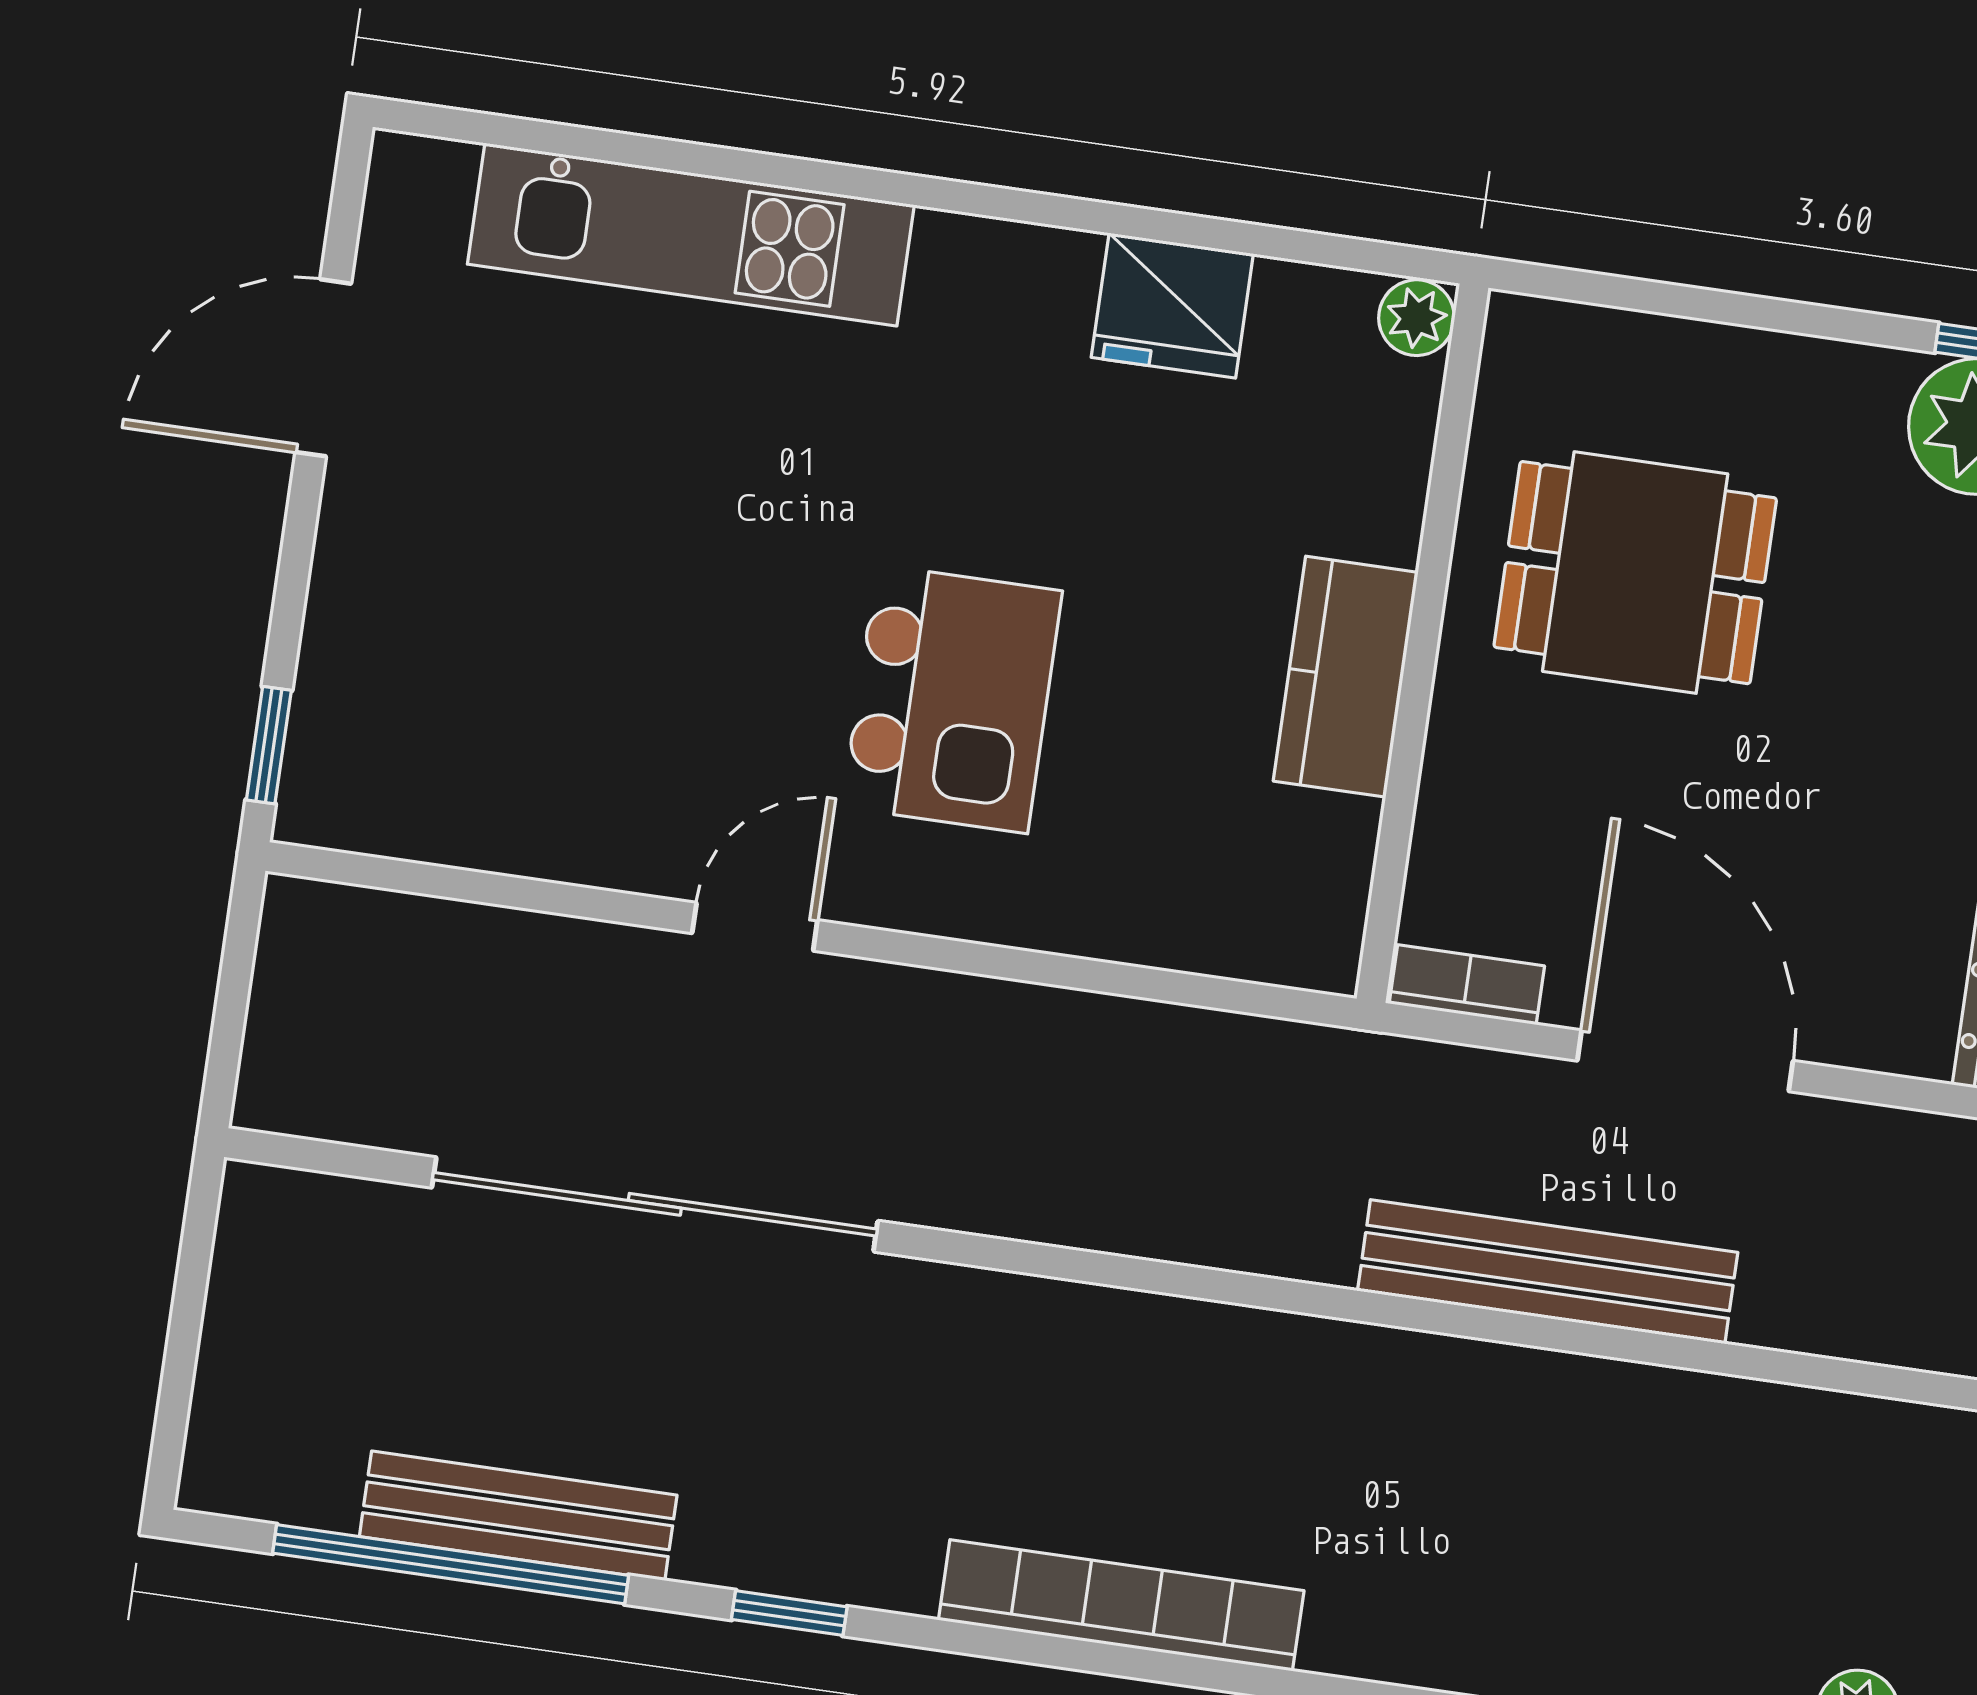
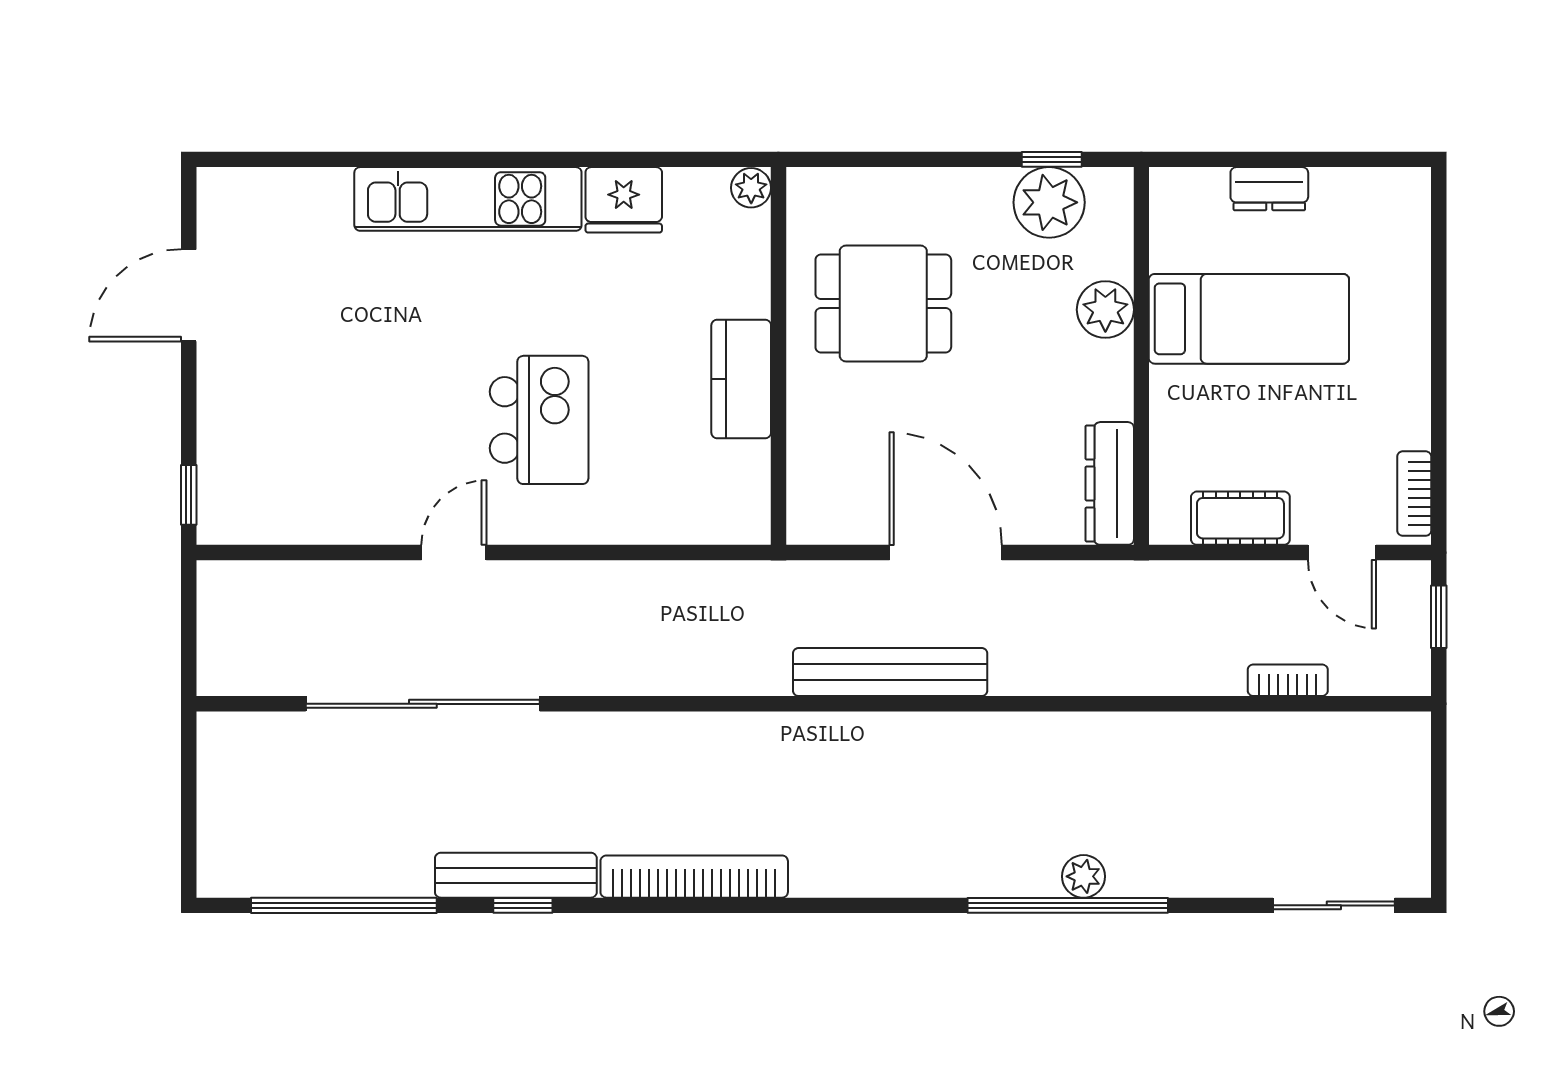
kitchen unit: (691, 235) -> (468, 199), moved
bookcase: (1467, 985) -> (827, 529), removed
bench: (518, 1516) -> (516, 875), moved

